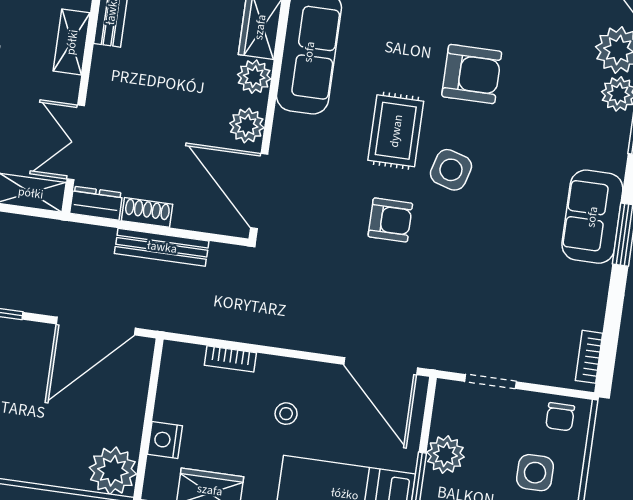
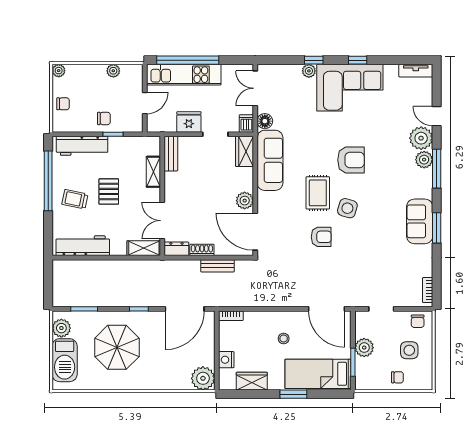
plant: (254, 77) -> (245, 176), removed
bench: (162, 247) -> (217, 266), width x0.73
bookcase: (230, 359) -> (231, 316), moved

